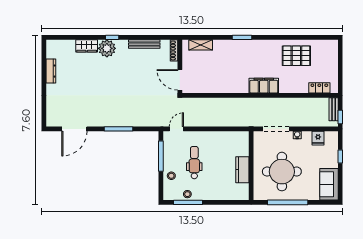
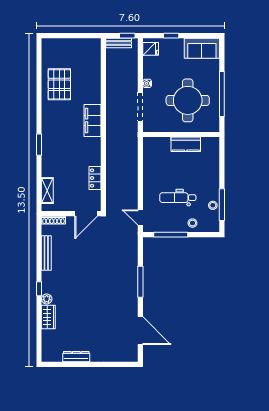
plant: (107, 48) -> (47, 299), width x0.53, depth x0.53
locker: (319, 88) -> (95, 178), moved
fridge: (318, 138) -> (151, 49), moved

